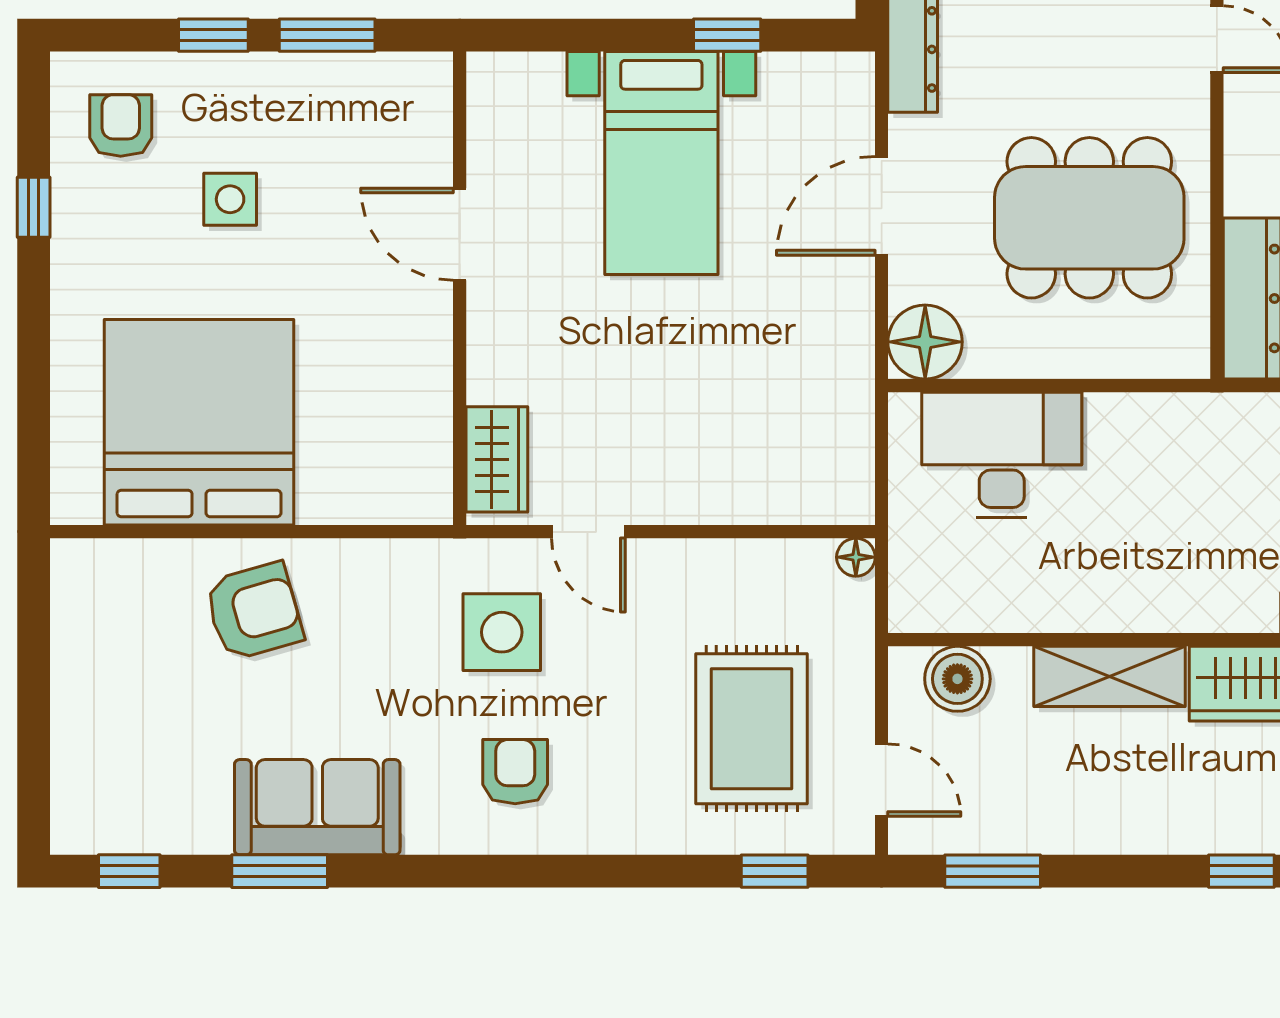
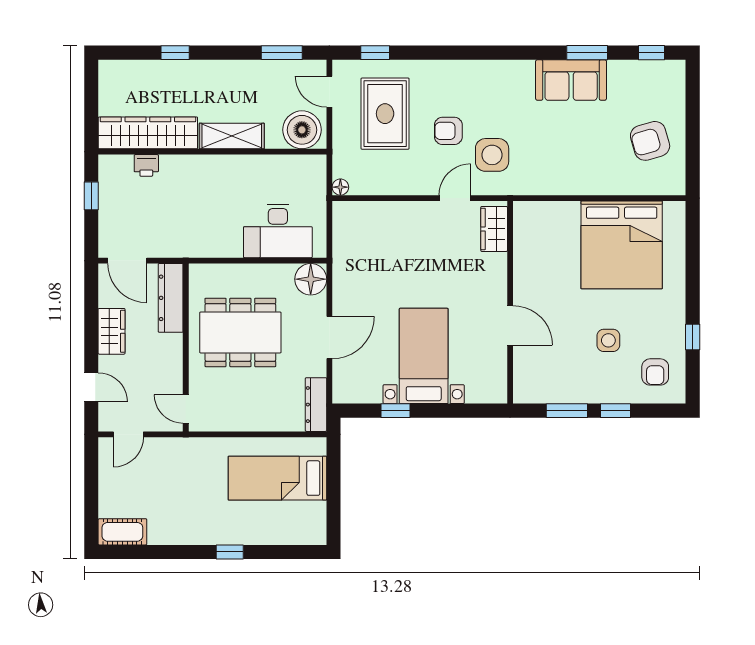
door: (588, 532) -> (455, 198), hinge flipped
armchair: (254, 611) -> (650, 141), moved
boiler: (957, 679) -> (302, 130), width x1.37, depth x1.37
armchair: (515, 772) -> (448, 131), moved, turned 90

